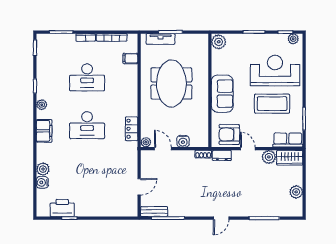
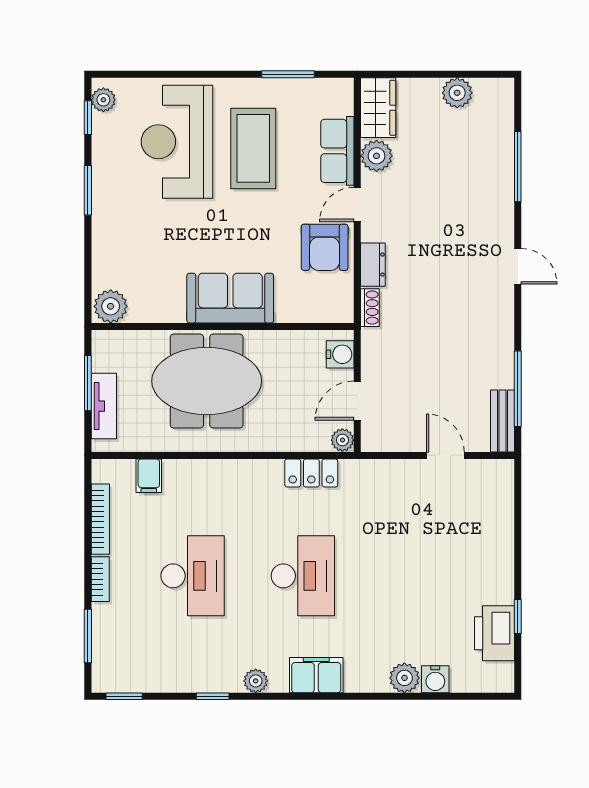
plant: (219, 42) -> (111, 306), moved
wall: (210, 90) -> (223, 326), moved
sofa: (222, 94) -> (230, 298), moved
row of seats: (288, 140) -> (337, 151), moved

